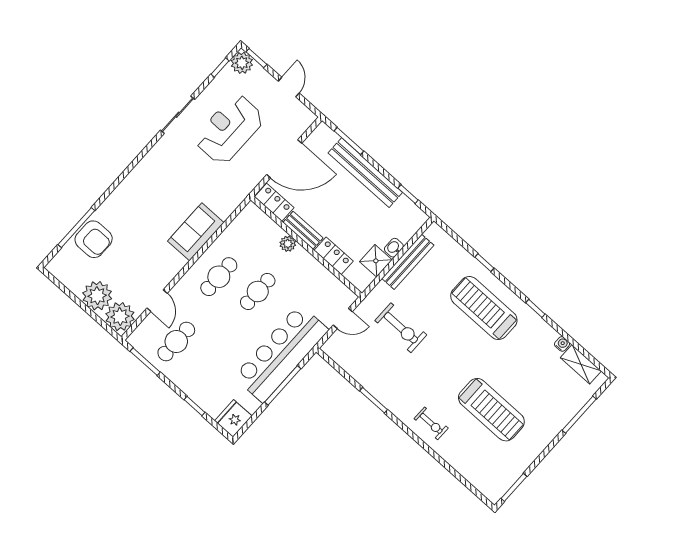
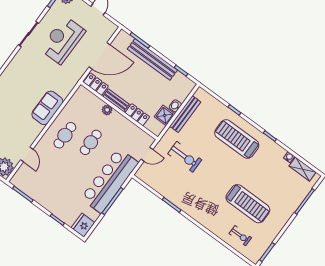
cafe table: (176, 342) -> (42, 179), removed
exercise bike: (431, 423) -> (240, 236), moved

